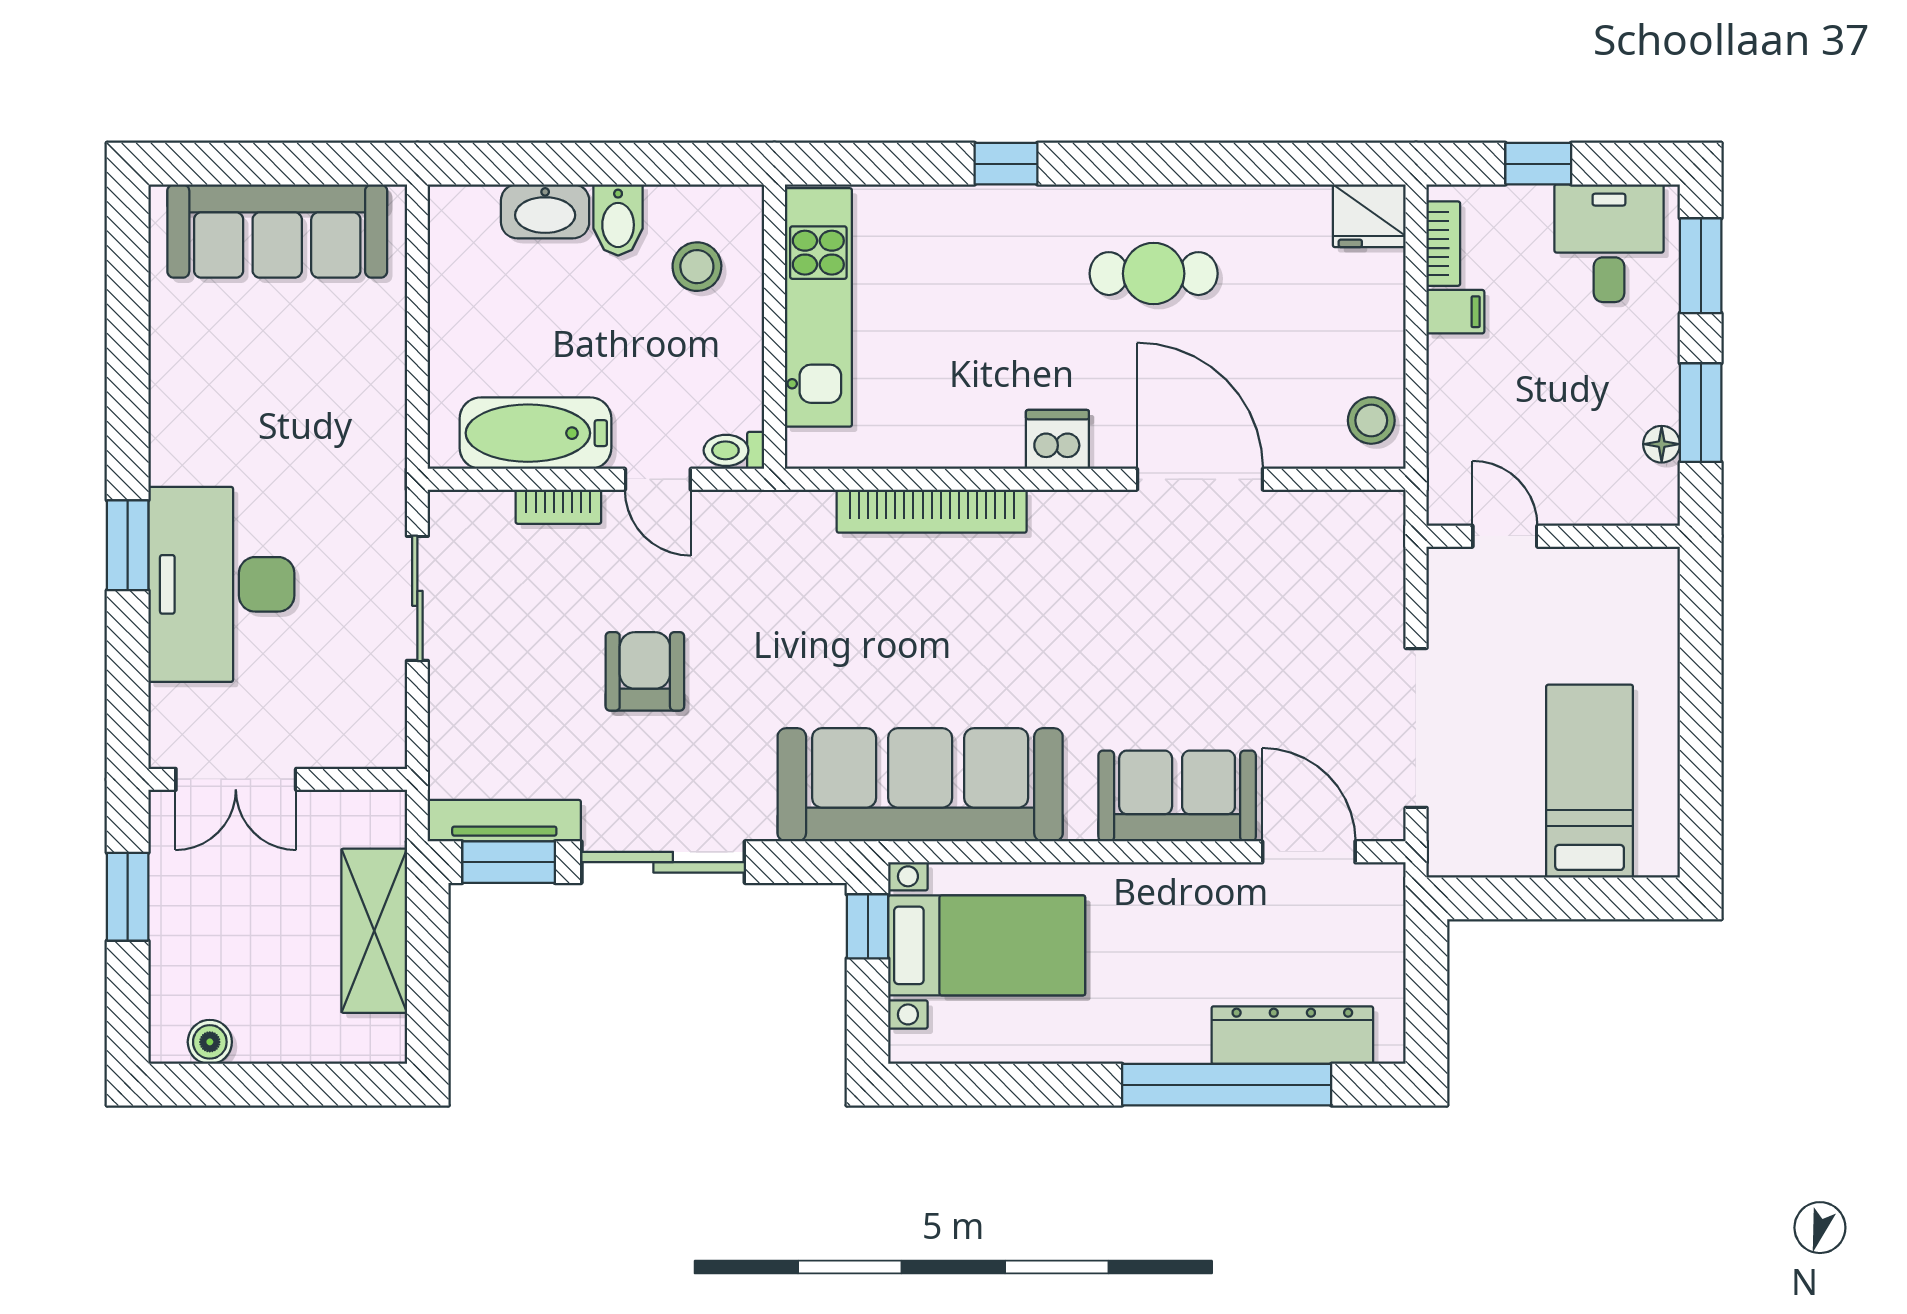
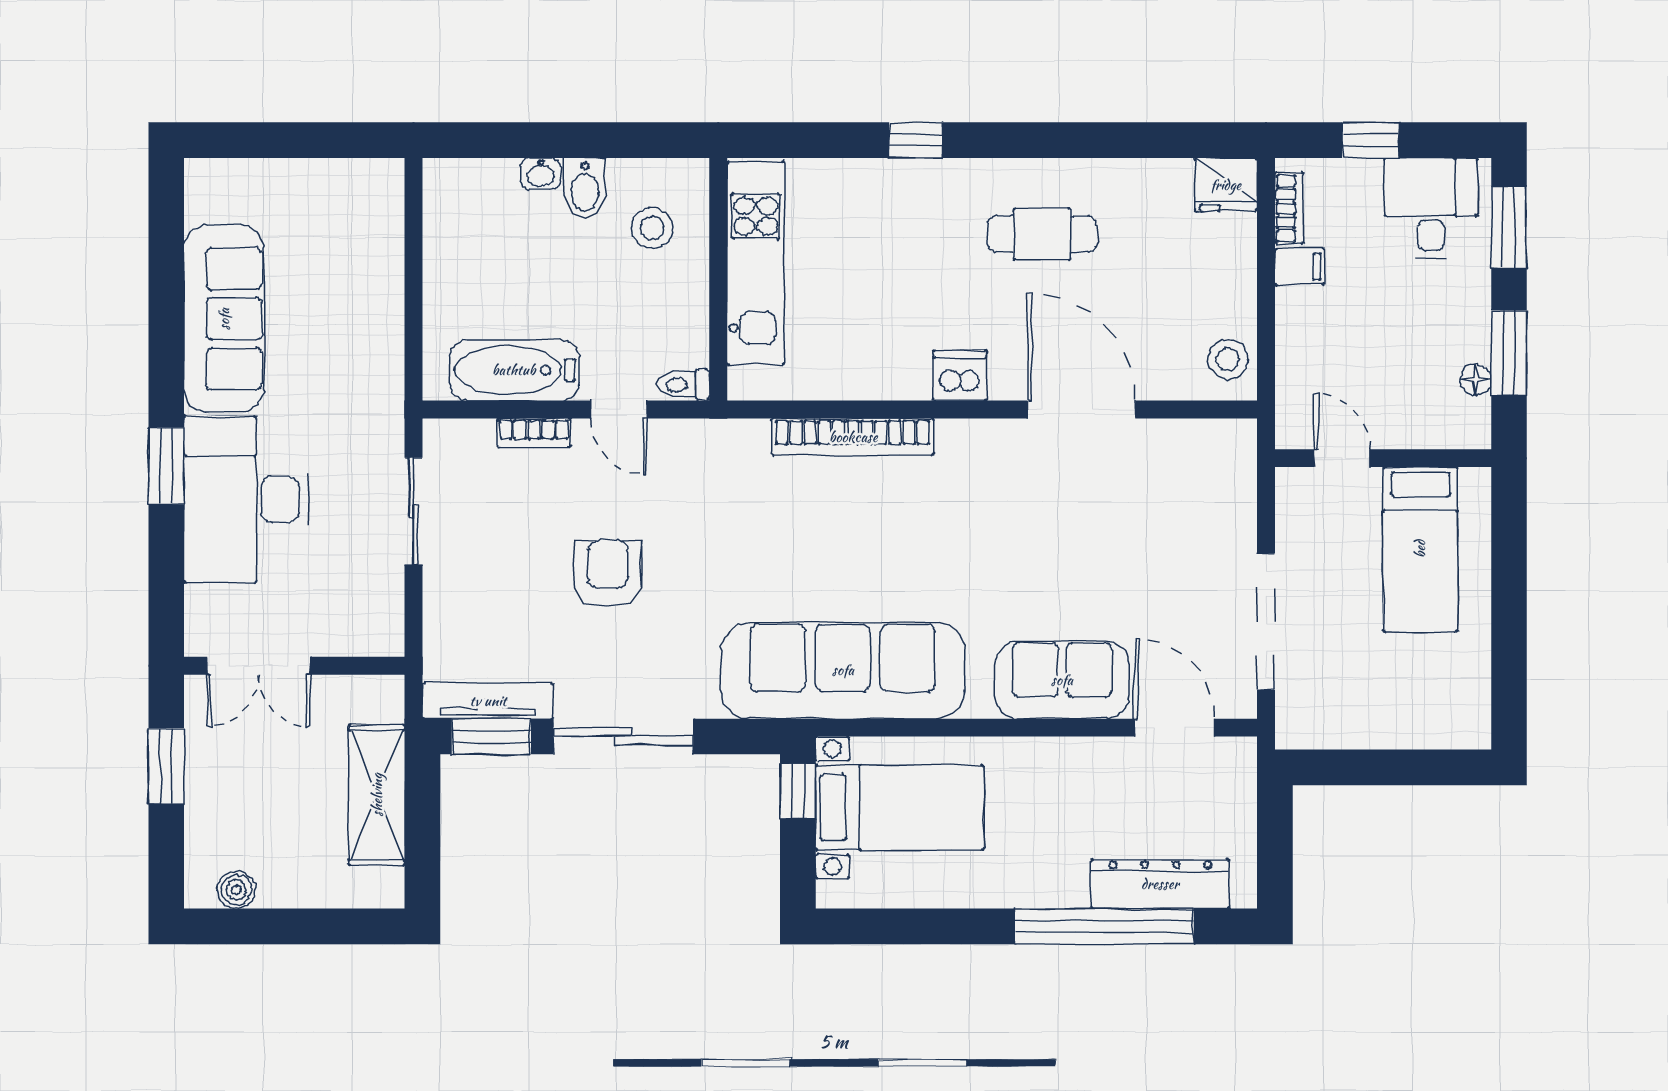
washbasin: (545, 211) -> (541, 174), width x0.52, depth x0.69
sofa: (277, 231) -> (224, 319), moved, turned -90
bed: (1590, 781) -> (1420, 549), moved, turned 180

